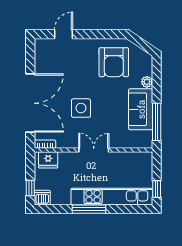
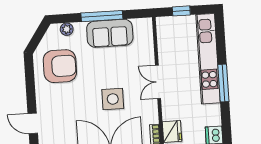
plant: (147, 82) -> (67, 29), moved
window: (157, 122) -> (102, 16), moved
window: (157, 189) -> (181, 11), moved

